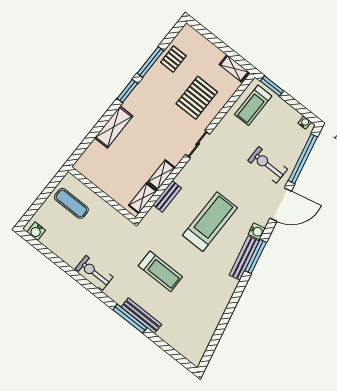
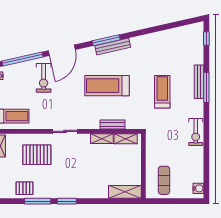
shelving: (114, 127) -> (125, 192), moved
door: (281, 205) -> (62, 50), swing flipped
water cooler: (257, 231) -> (90, 52), removed
window: (178, 357) -> (206, 39), added

